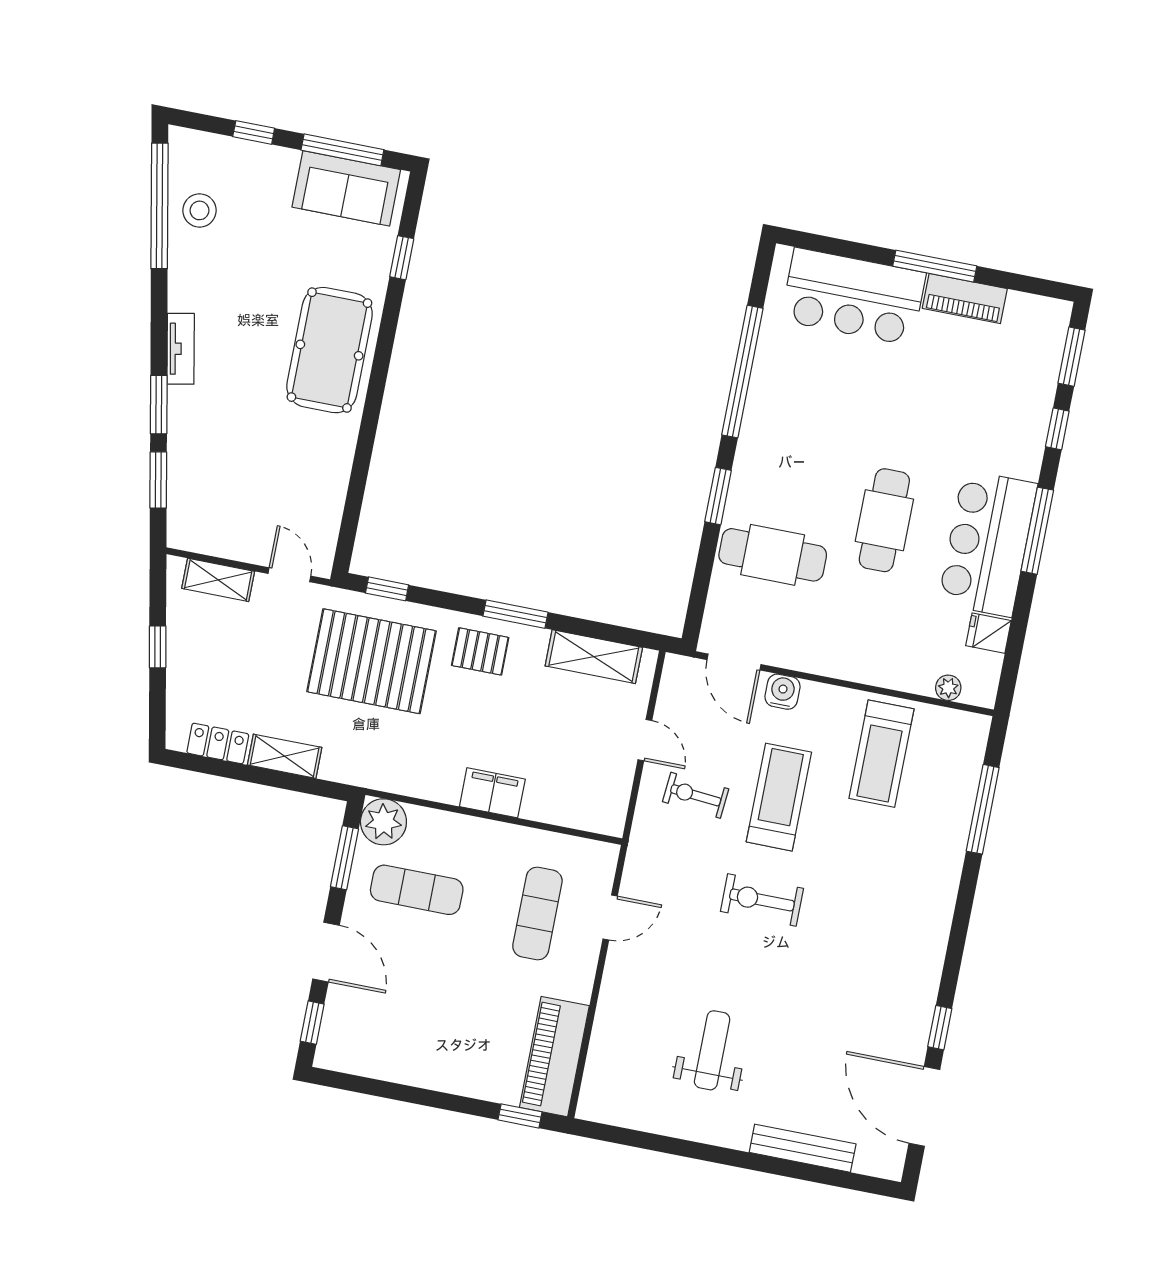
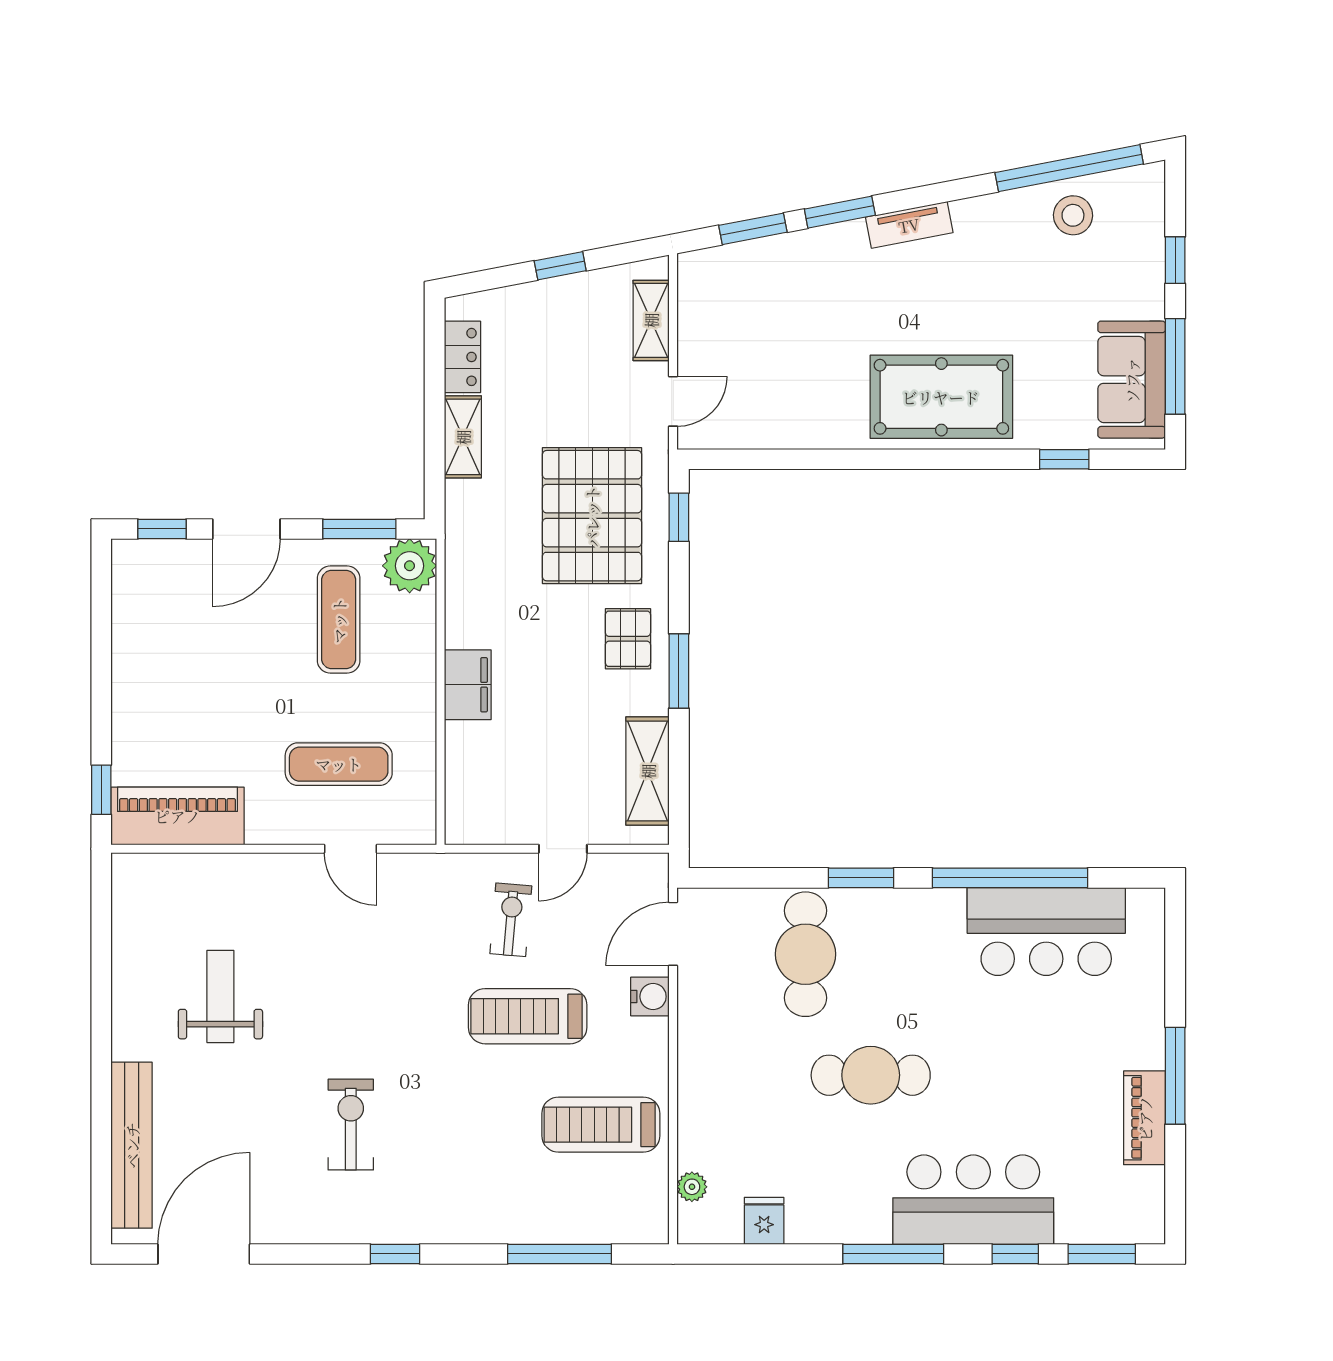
bar counter: (853, 297) -> (1046, 932), moved, turned -90
bar counter: (988, 543) -> (973, 1200), moved
treadmill: (779, 797) -> (528, 1016), turned 180
exercise bike: (762, 900) -> (351, 1125), moved
window: (940, 1028) -> (395, 1254), moved
weight bench: (712, 1050) -> (220, 996), turned -90
bench: (803, 1148) -> (132, 1145), width x1.37, depth x1.21

